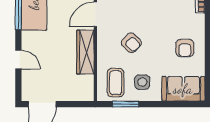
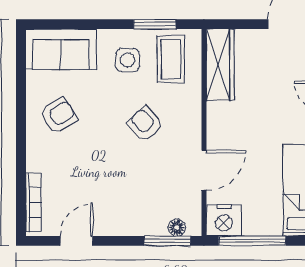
armchair: (185, 48) -> (58, 115), turned 59
wardrobe: (85, 52) -> (220, 65), moved

